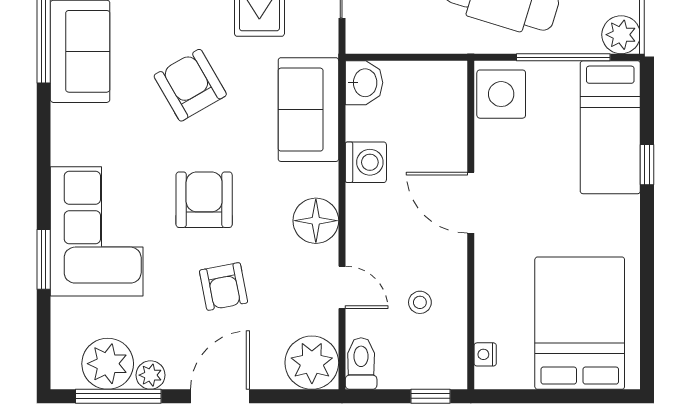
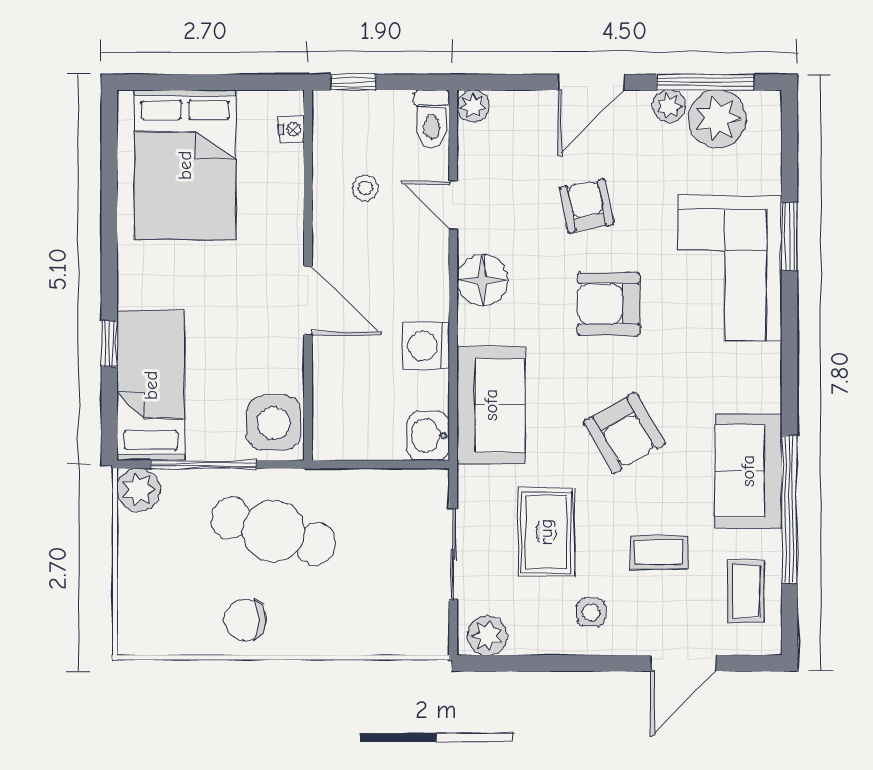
armchair: (204, 200) -> (609, 304), turned 90
plant: (312, 363) -> (473, 106), width x0.53, depth x0.53

